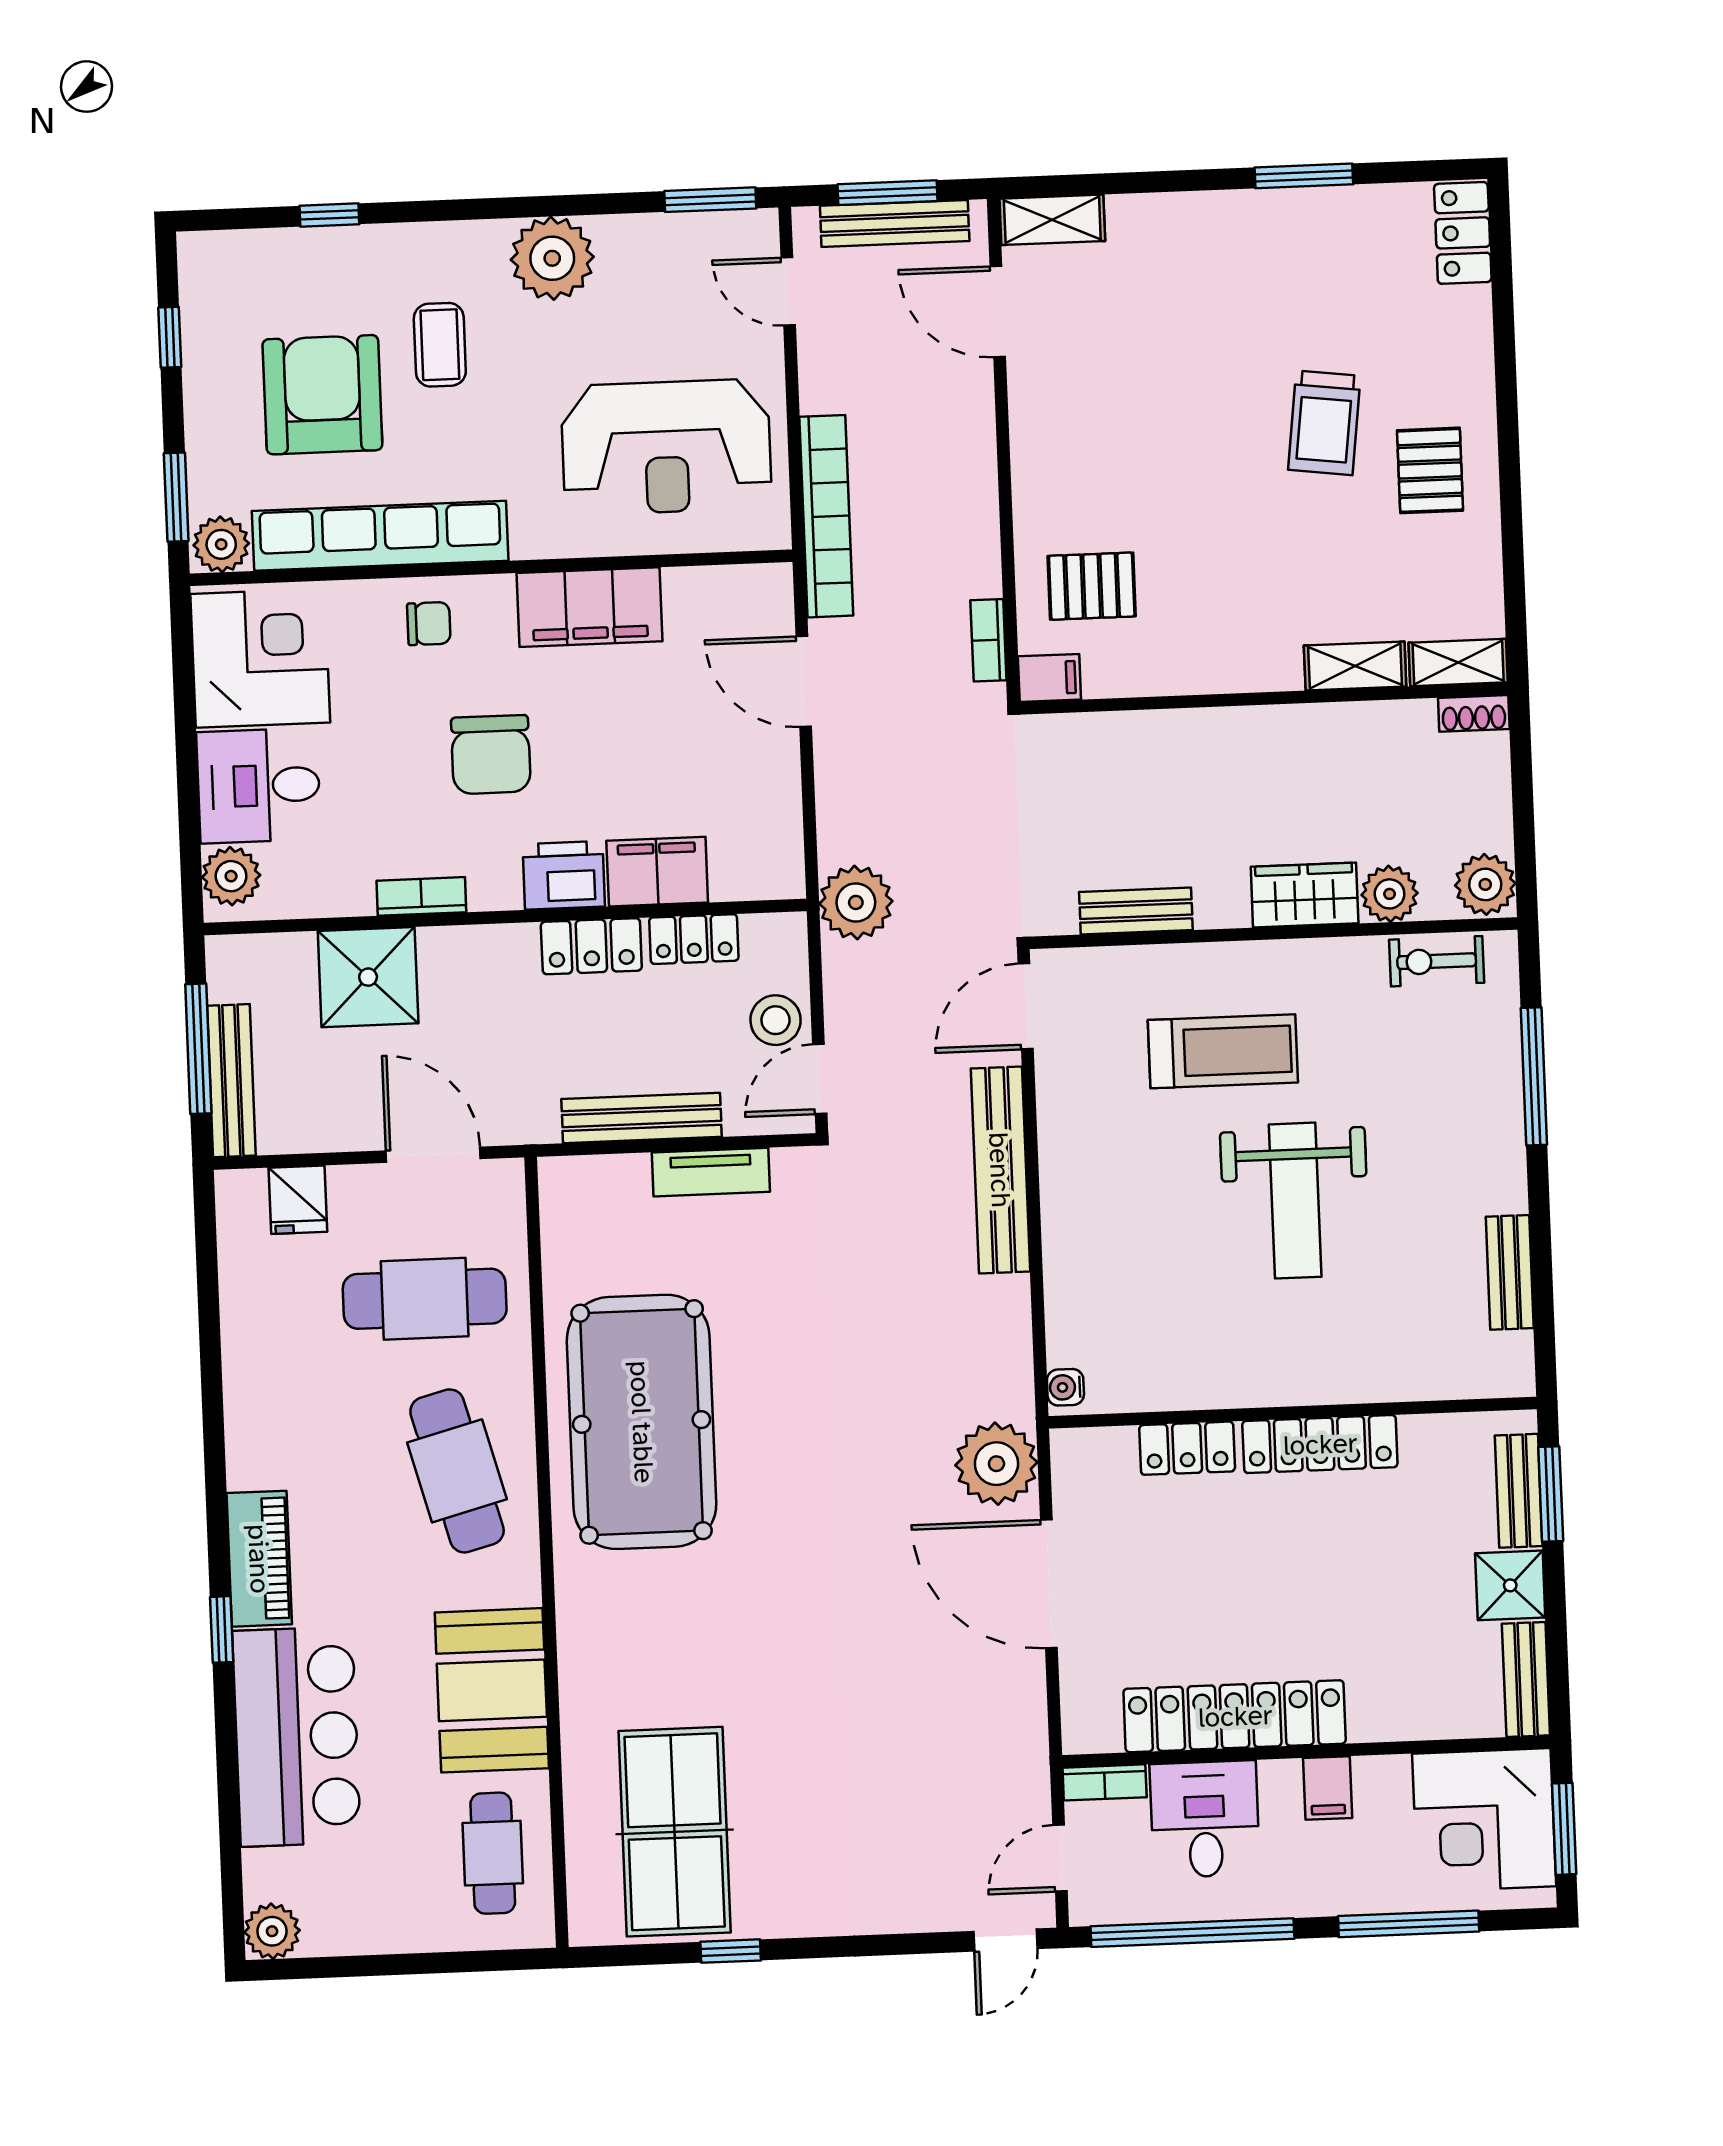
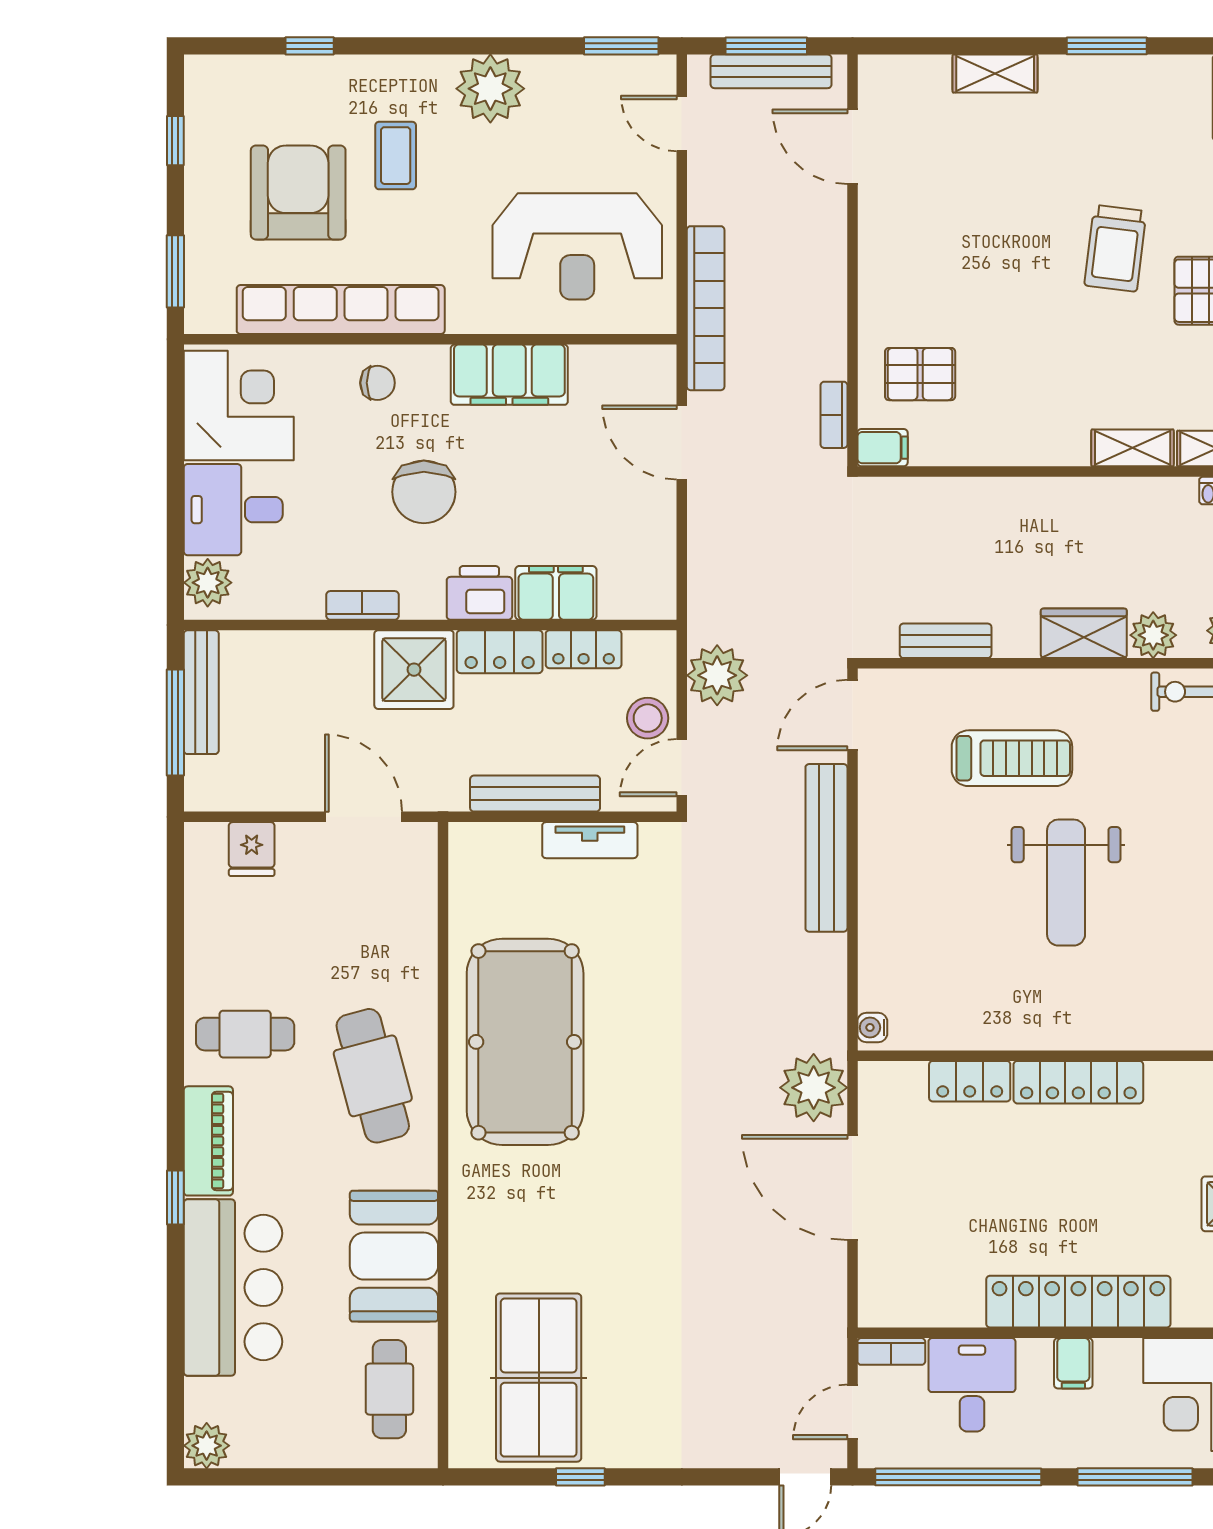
shelving: (1052, 220) -> (995, 74), moved
plant: (221, 544) -> (211, 311), removed
plant: (856, 902) -> (717, 675), moved
shower: (368, 977) -> (414, 670), moved
bench: (231, 1081) -> (201, 692), moved
cafe table: (425, 1299) -> (245, 1034), moved, width x0.73, depth x0.74
locker: (1235, 1716) -> (1078, 1302), moved

